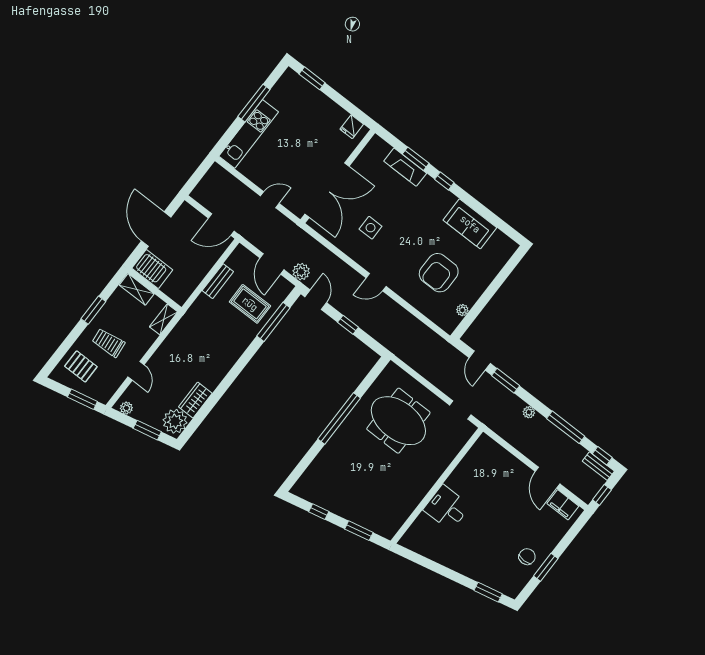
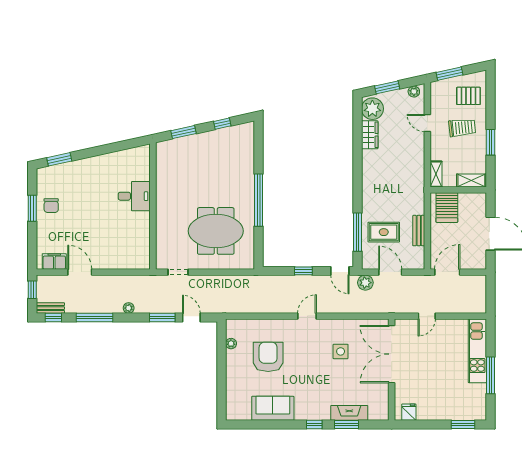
server rack: (152, 269) -> (447, 208), moved, turned -90

